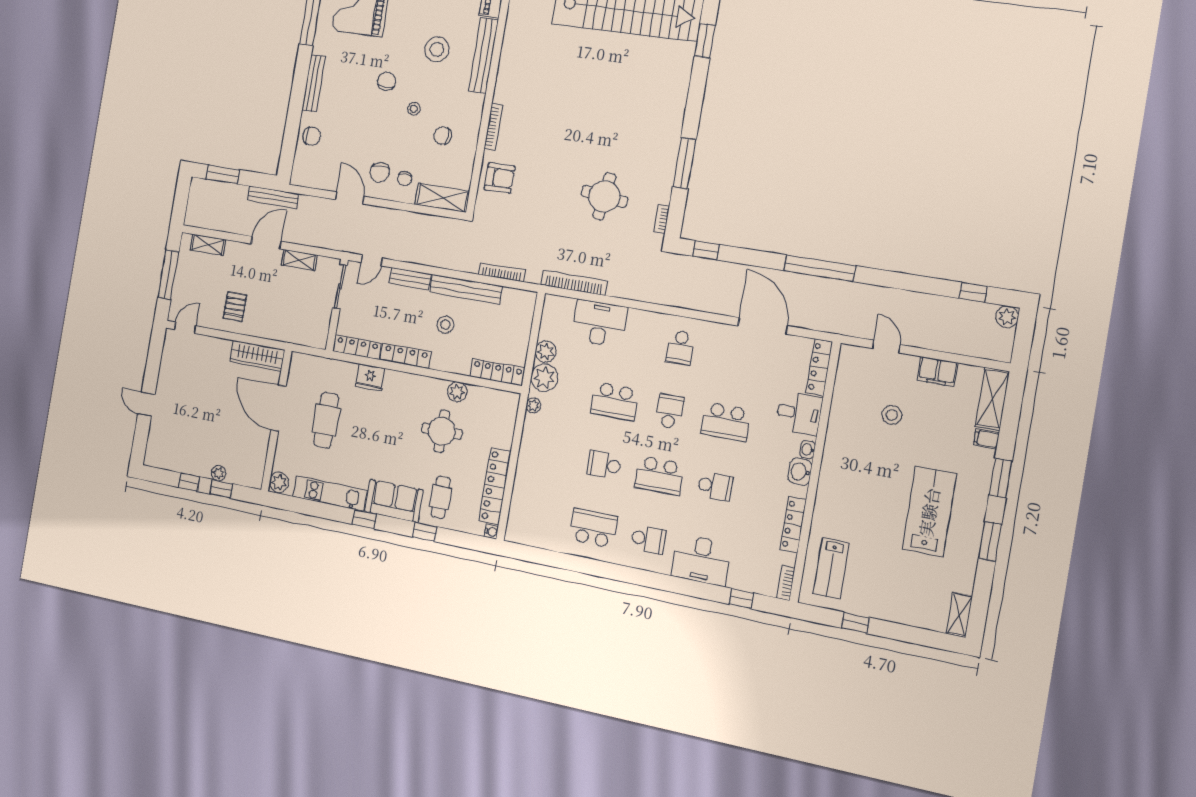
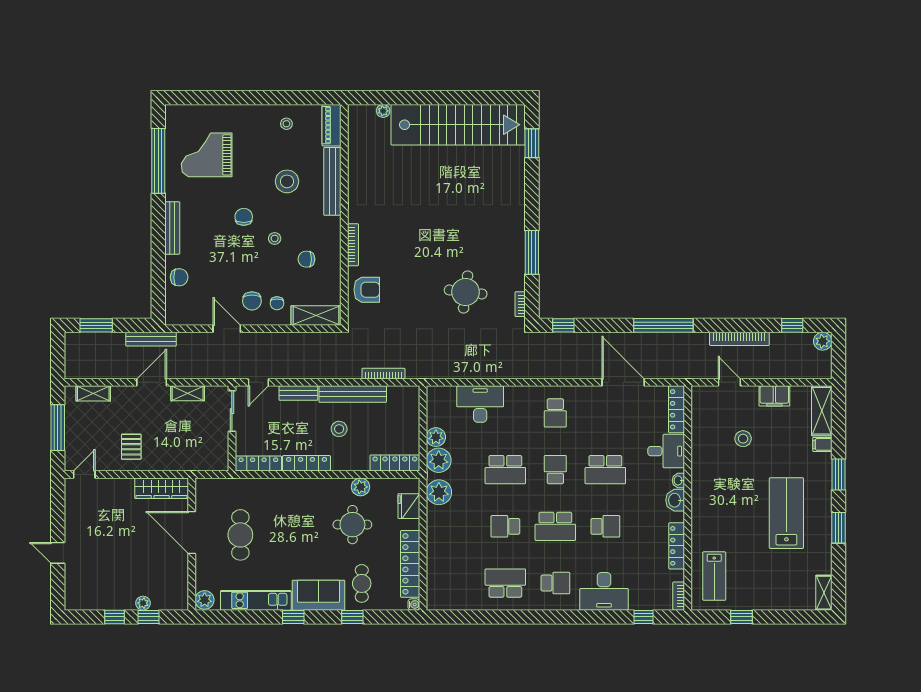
bookcase: (574, 283) -> (739, 339), moved, turned 180
fridge: (370, 377) -> (409, 506), moved, turned 90
plant: (533, 405) -> (439, 492), width x1.88, depth x1.88

